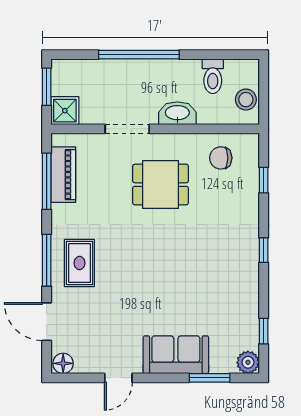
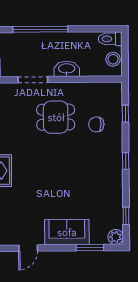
toilet: (213, 76) -> (110, 39), moved, turned 90
chair: (221, 158) -> (96, 124), moved

